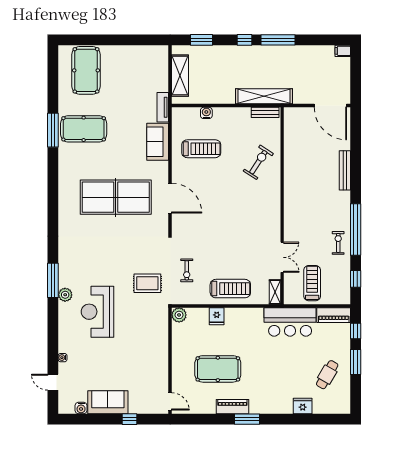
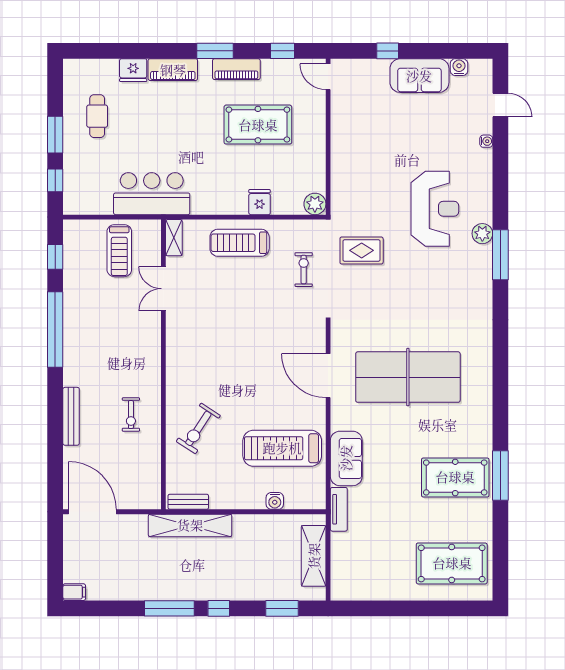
pool table: (86, 70) -> (452, 563), turned 90
treadmill: (201, 149) -> (282, 448), width x1.37, depth x1.38
exercise bike: (338, 243) -> (131, 415), moved
piano: (334, 315) -> (173, 70), moved, turned 180
cafe table: (327, 375) -> (97, 116), turned -30
window: (201, 419) -> (282, 51), added

